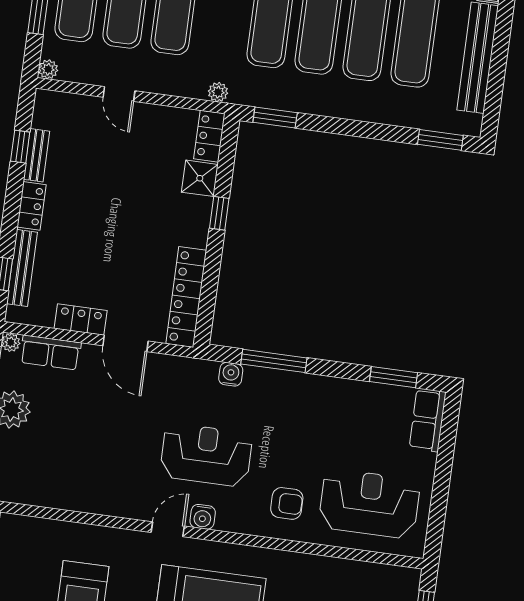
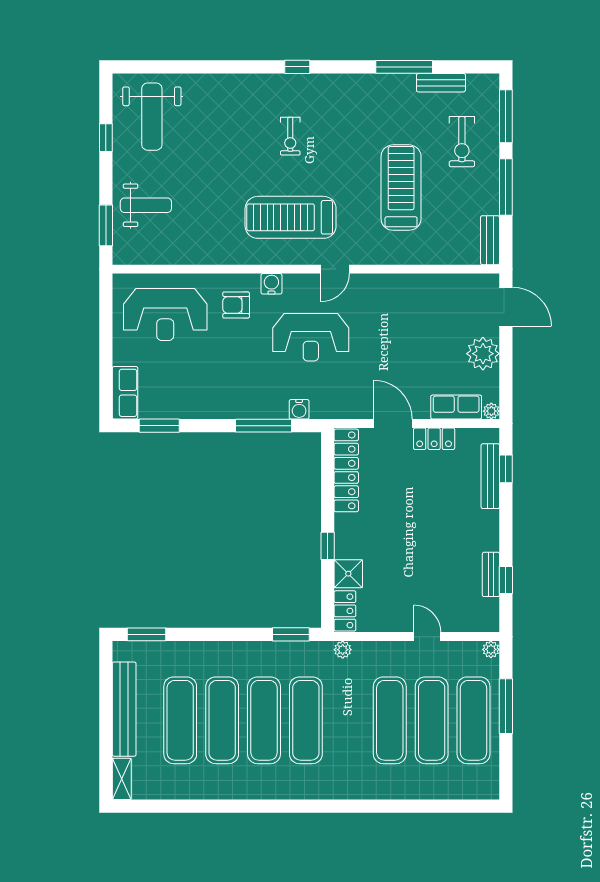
locker: (32, 206) -> (489, 530), removed
water cooler: (203, 517) -> (271, 284), moved

